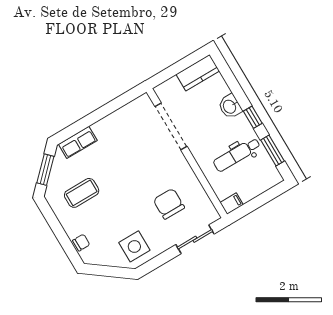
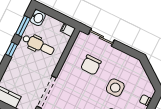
washbasin: (230, 106) -> (38, 18), moved
side table: (134, 246) -> (115, 88), moved

